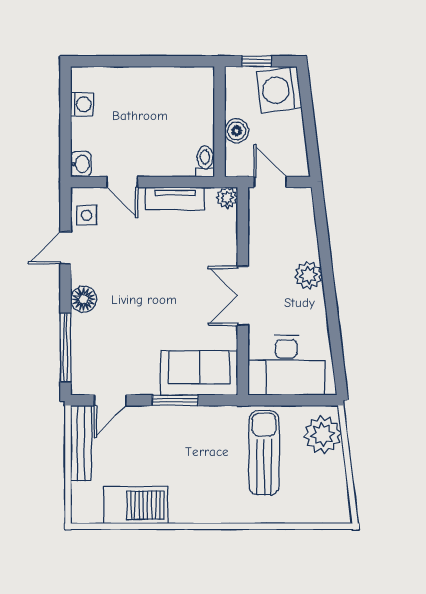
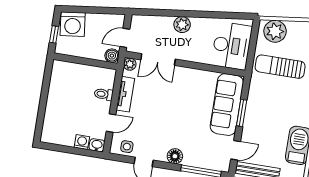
washing machine: (82, 104) -> (82, 142), moved
boiler: (237, 131) -> (112, 56), moved
toilet: (205, 161) -> (104, 94), moved
double door: (243, 296) -> (158, 59), moved
sofa: (199, 373) -> (227, 105), width x1.36
door: (110, 400) -> (236, 150), hinge flipped

